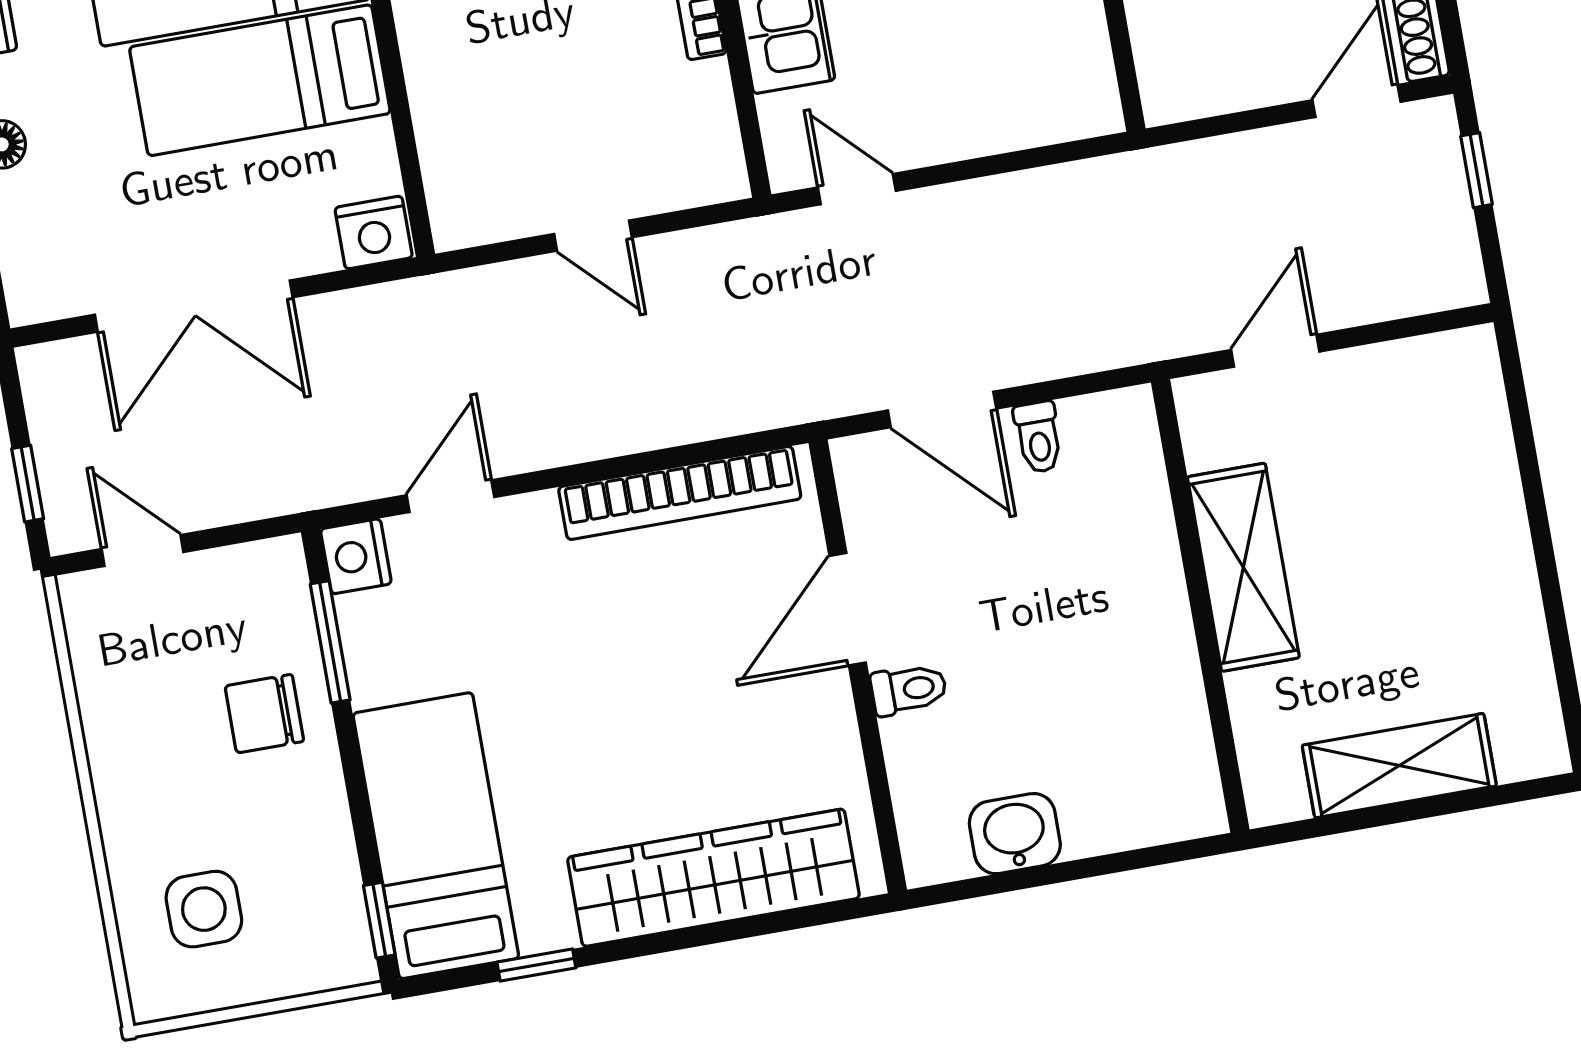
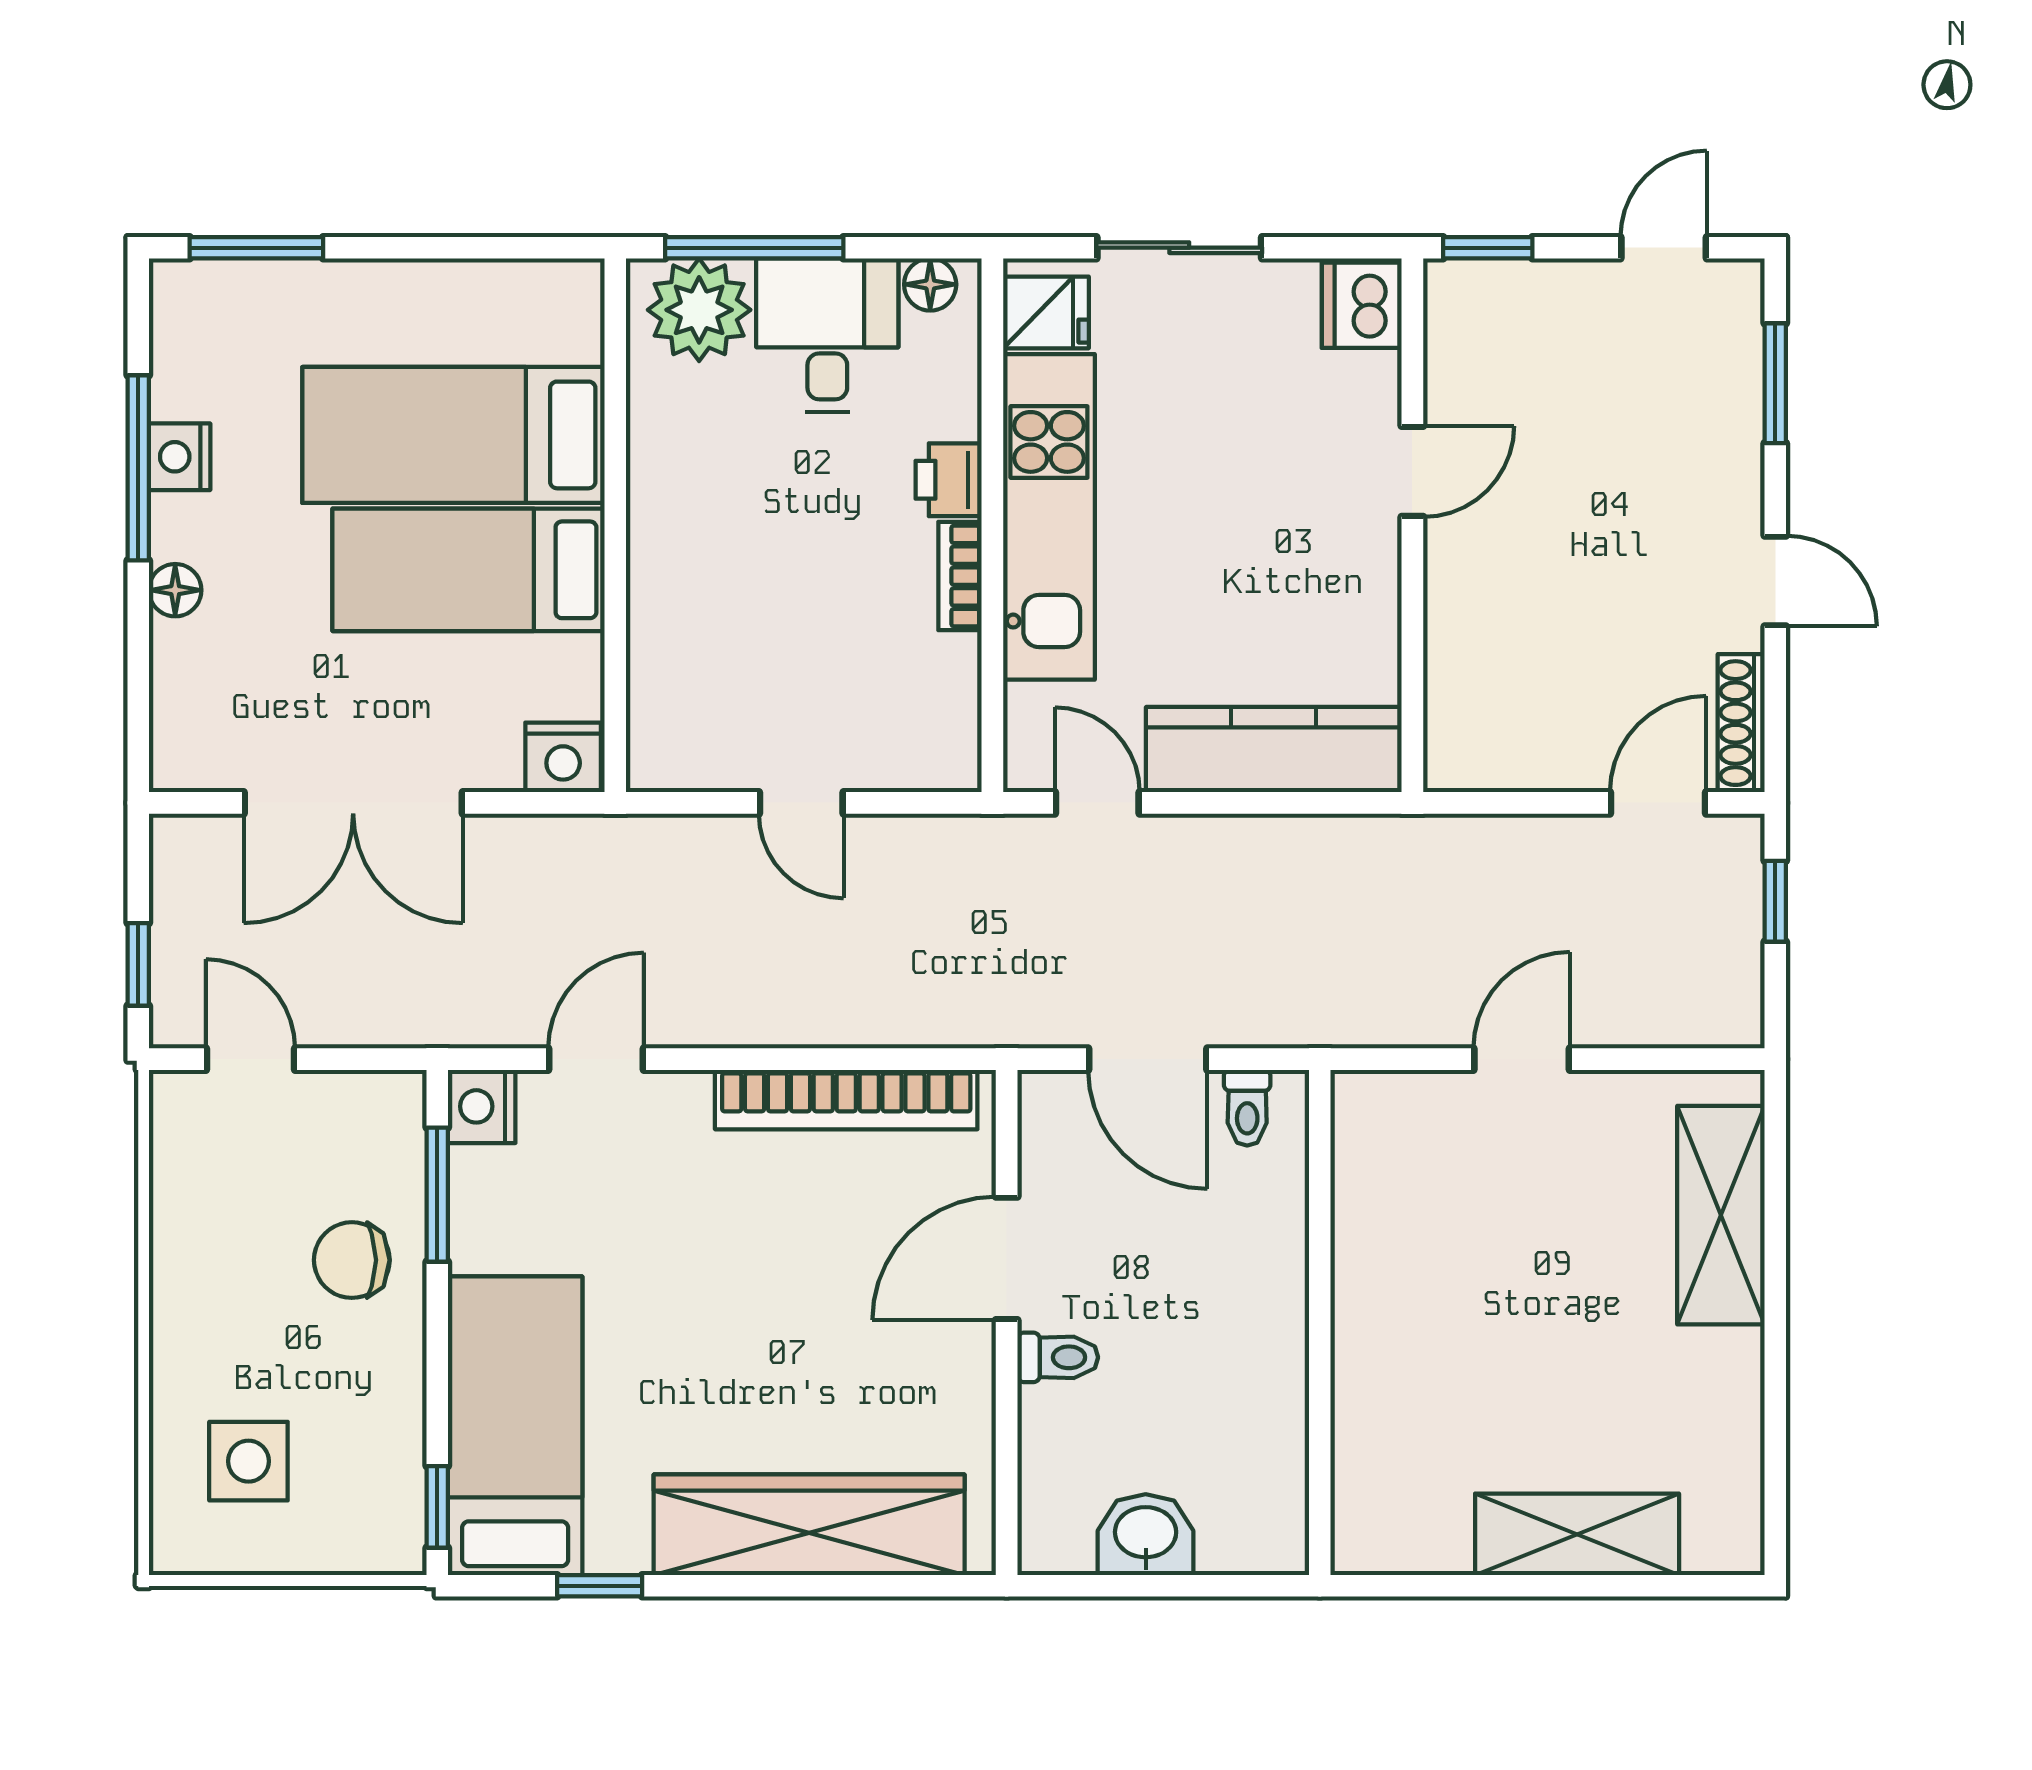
kitchen counter: (1006, 114) -> (1274, 750), added
shelving: (1243, 567) -> (1721, 1215), moved
wall: (1200, 606) -> (1320, 1322), moved

